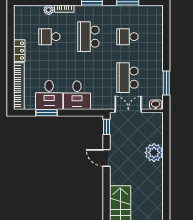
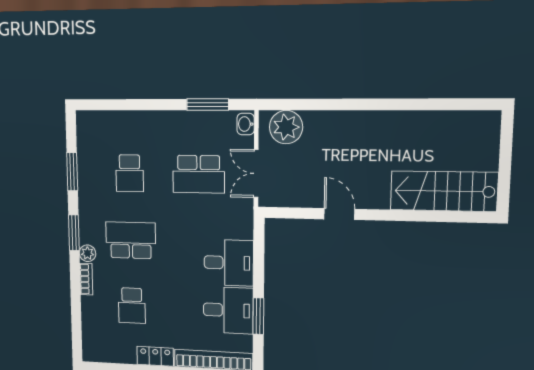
plant: (49, 10) -> (88, 253), moved
school desk: (88, 37) -> (131, 240), turned 180
window: (106, 127) -> (284, 213), removed
plant: (154, 153) -> (286, 127), moved
door: (106, 158) -> (339, 214), swing flipped

